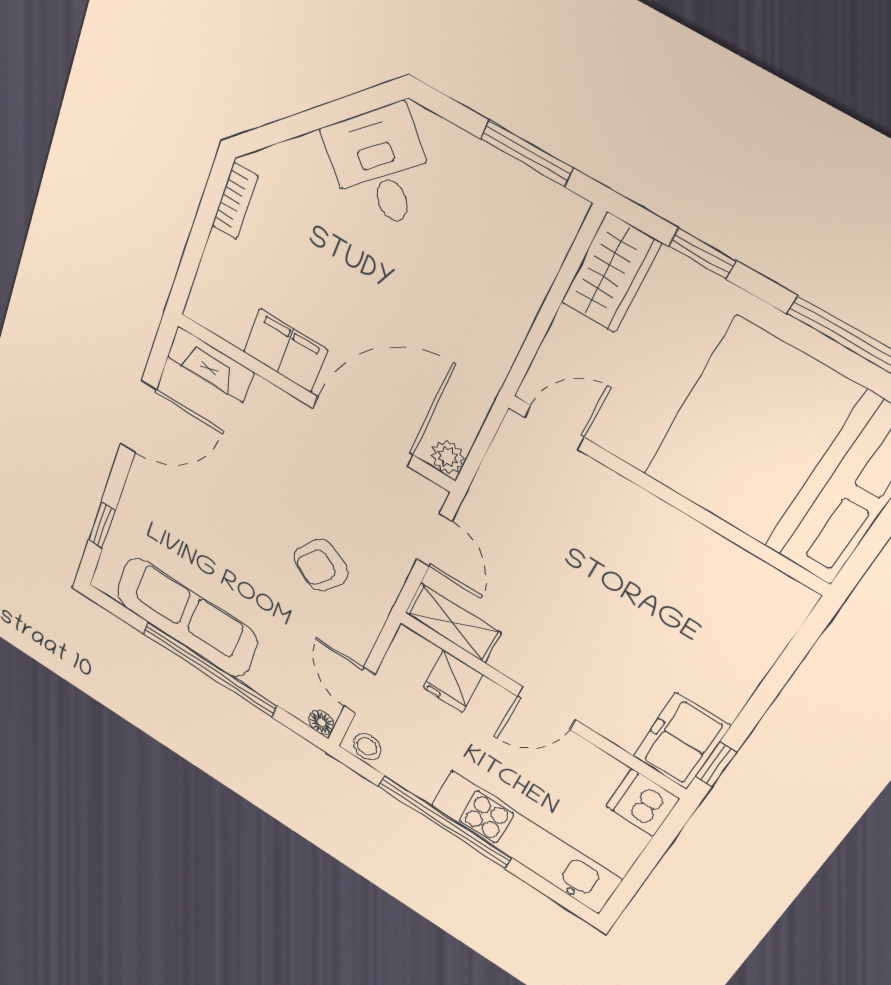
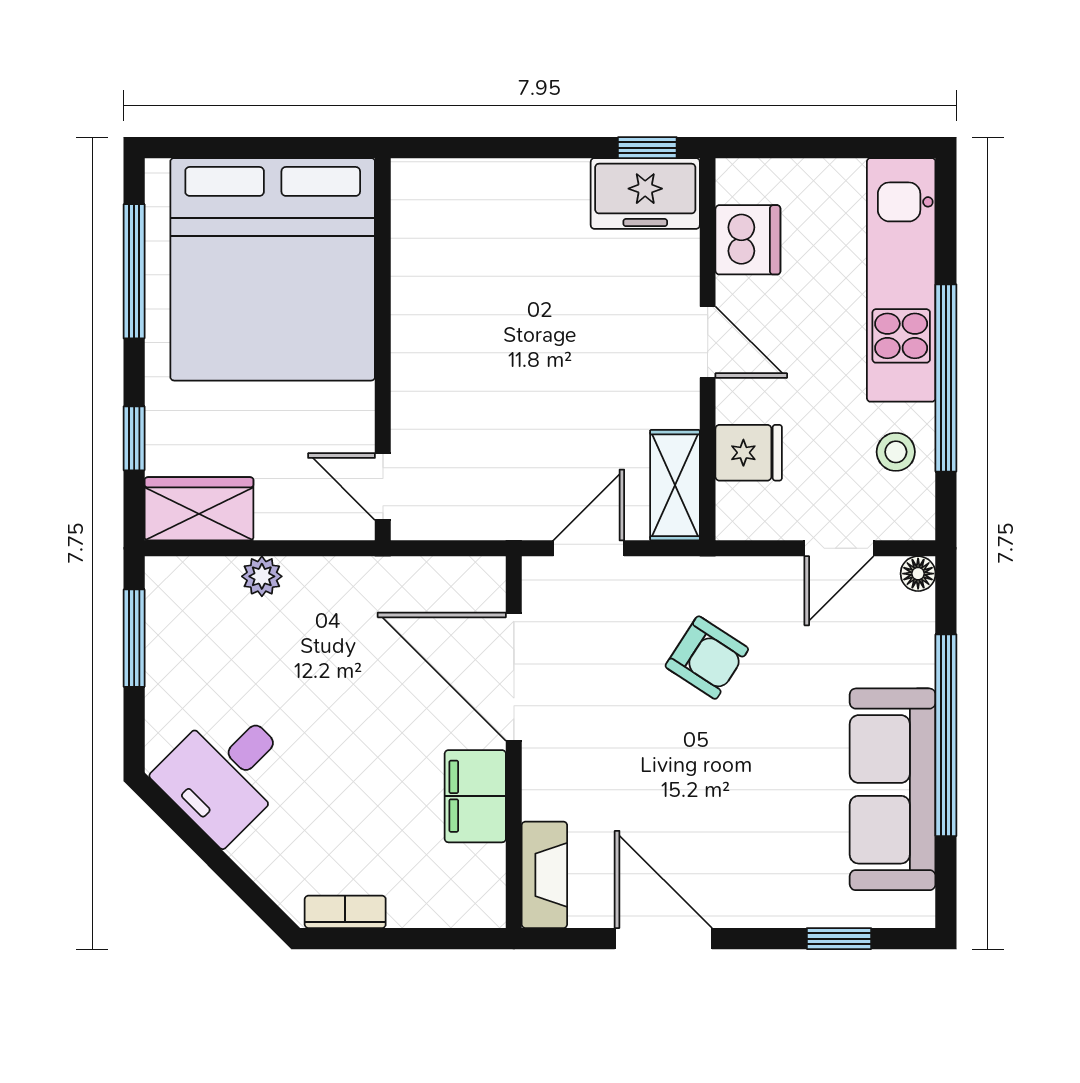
plant: (448, 457) -> (262, 576), moved
stool: (367, 747) -> (896, 452), moved
dishwasher: (643, 803) -> (748, 240), moved, turned -90

